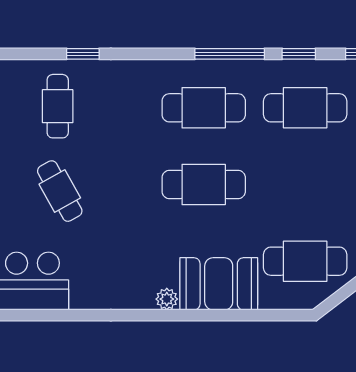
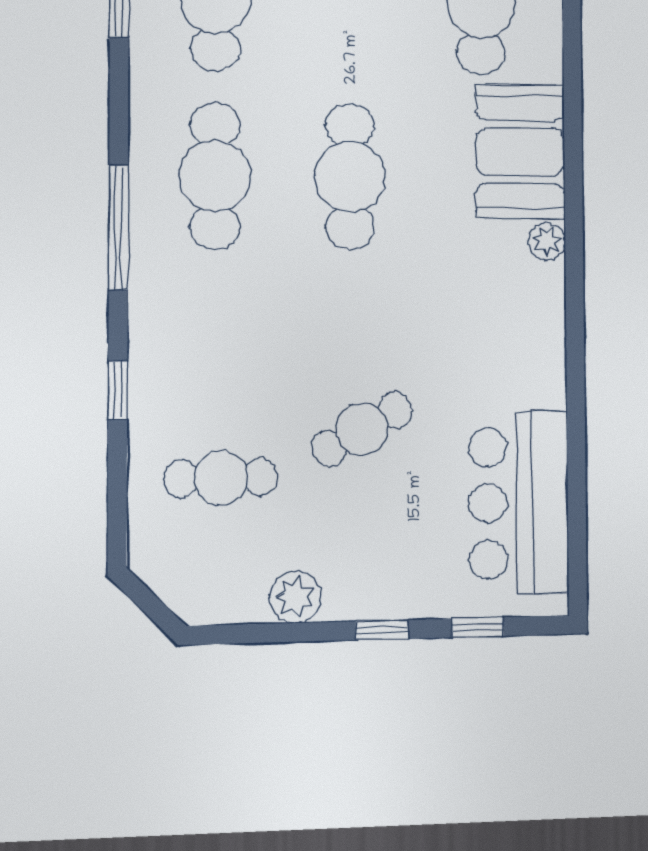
window: (230, 54) -> (118, 228), moved
cafe table: (58, 106) -> (221, 478), moved

